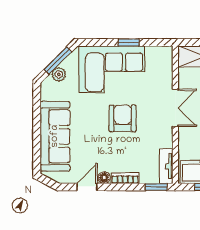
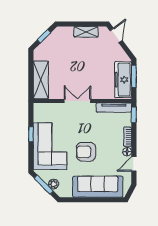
armchair: (123, 118) -> (86, 152), moved
tv unit: (166, 166) -> (114, 108), width x1.41
door: (87, 187) -> (134, 164), hinge flipped

